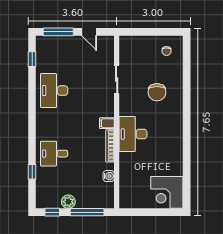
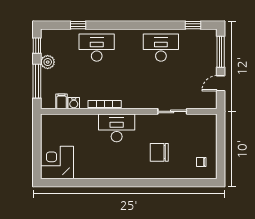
filing cabinet: (107, 123) -> (61, 101), moved
desk: (54, 154) -> (97, 48), width x1.37

